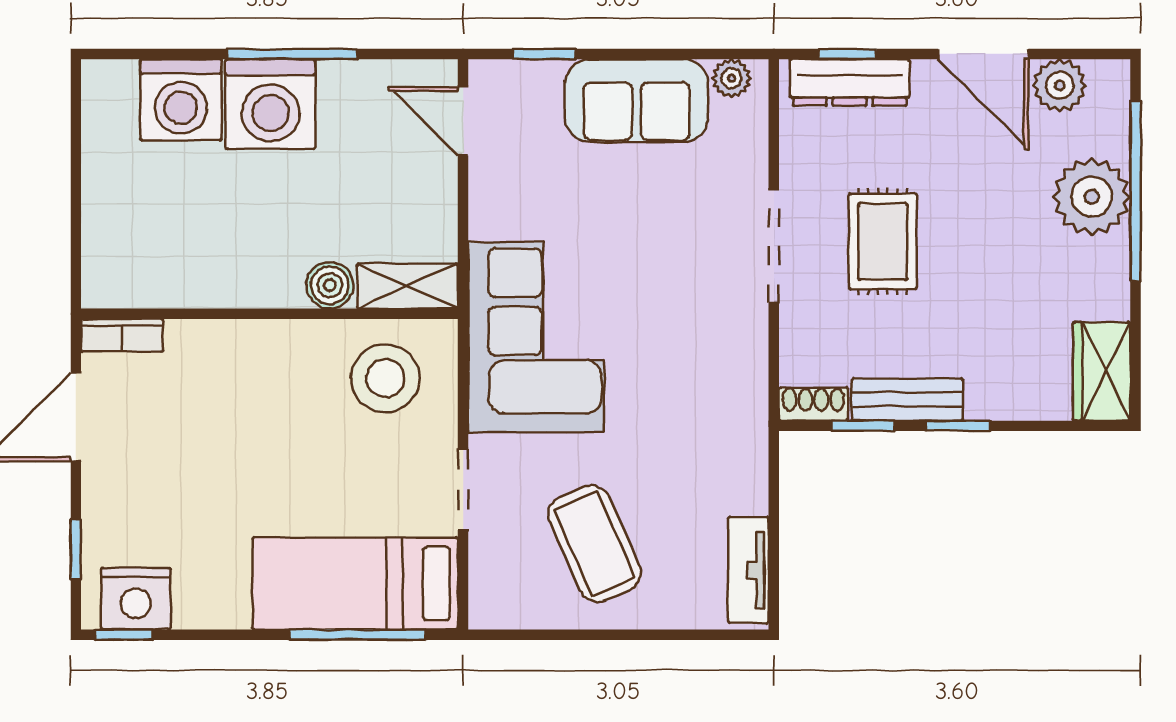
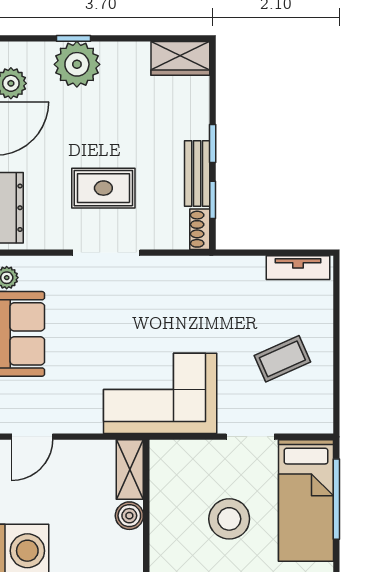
window: (1135, 191) -> (73, 38), width x0.32
stool: (385, 378) -> (229, 519), moved
coffee table: (594, 544) -> (282, 359), width x0.73, depth x0.77

